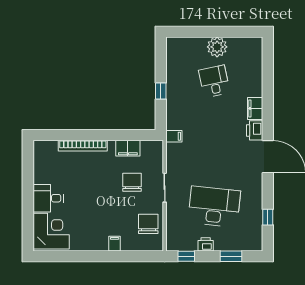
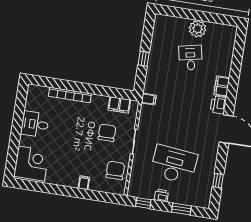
filing cabinet: (128, 148) -> (119, 105), moved
desk: (48, 198) -> (35, 124), moved

